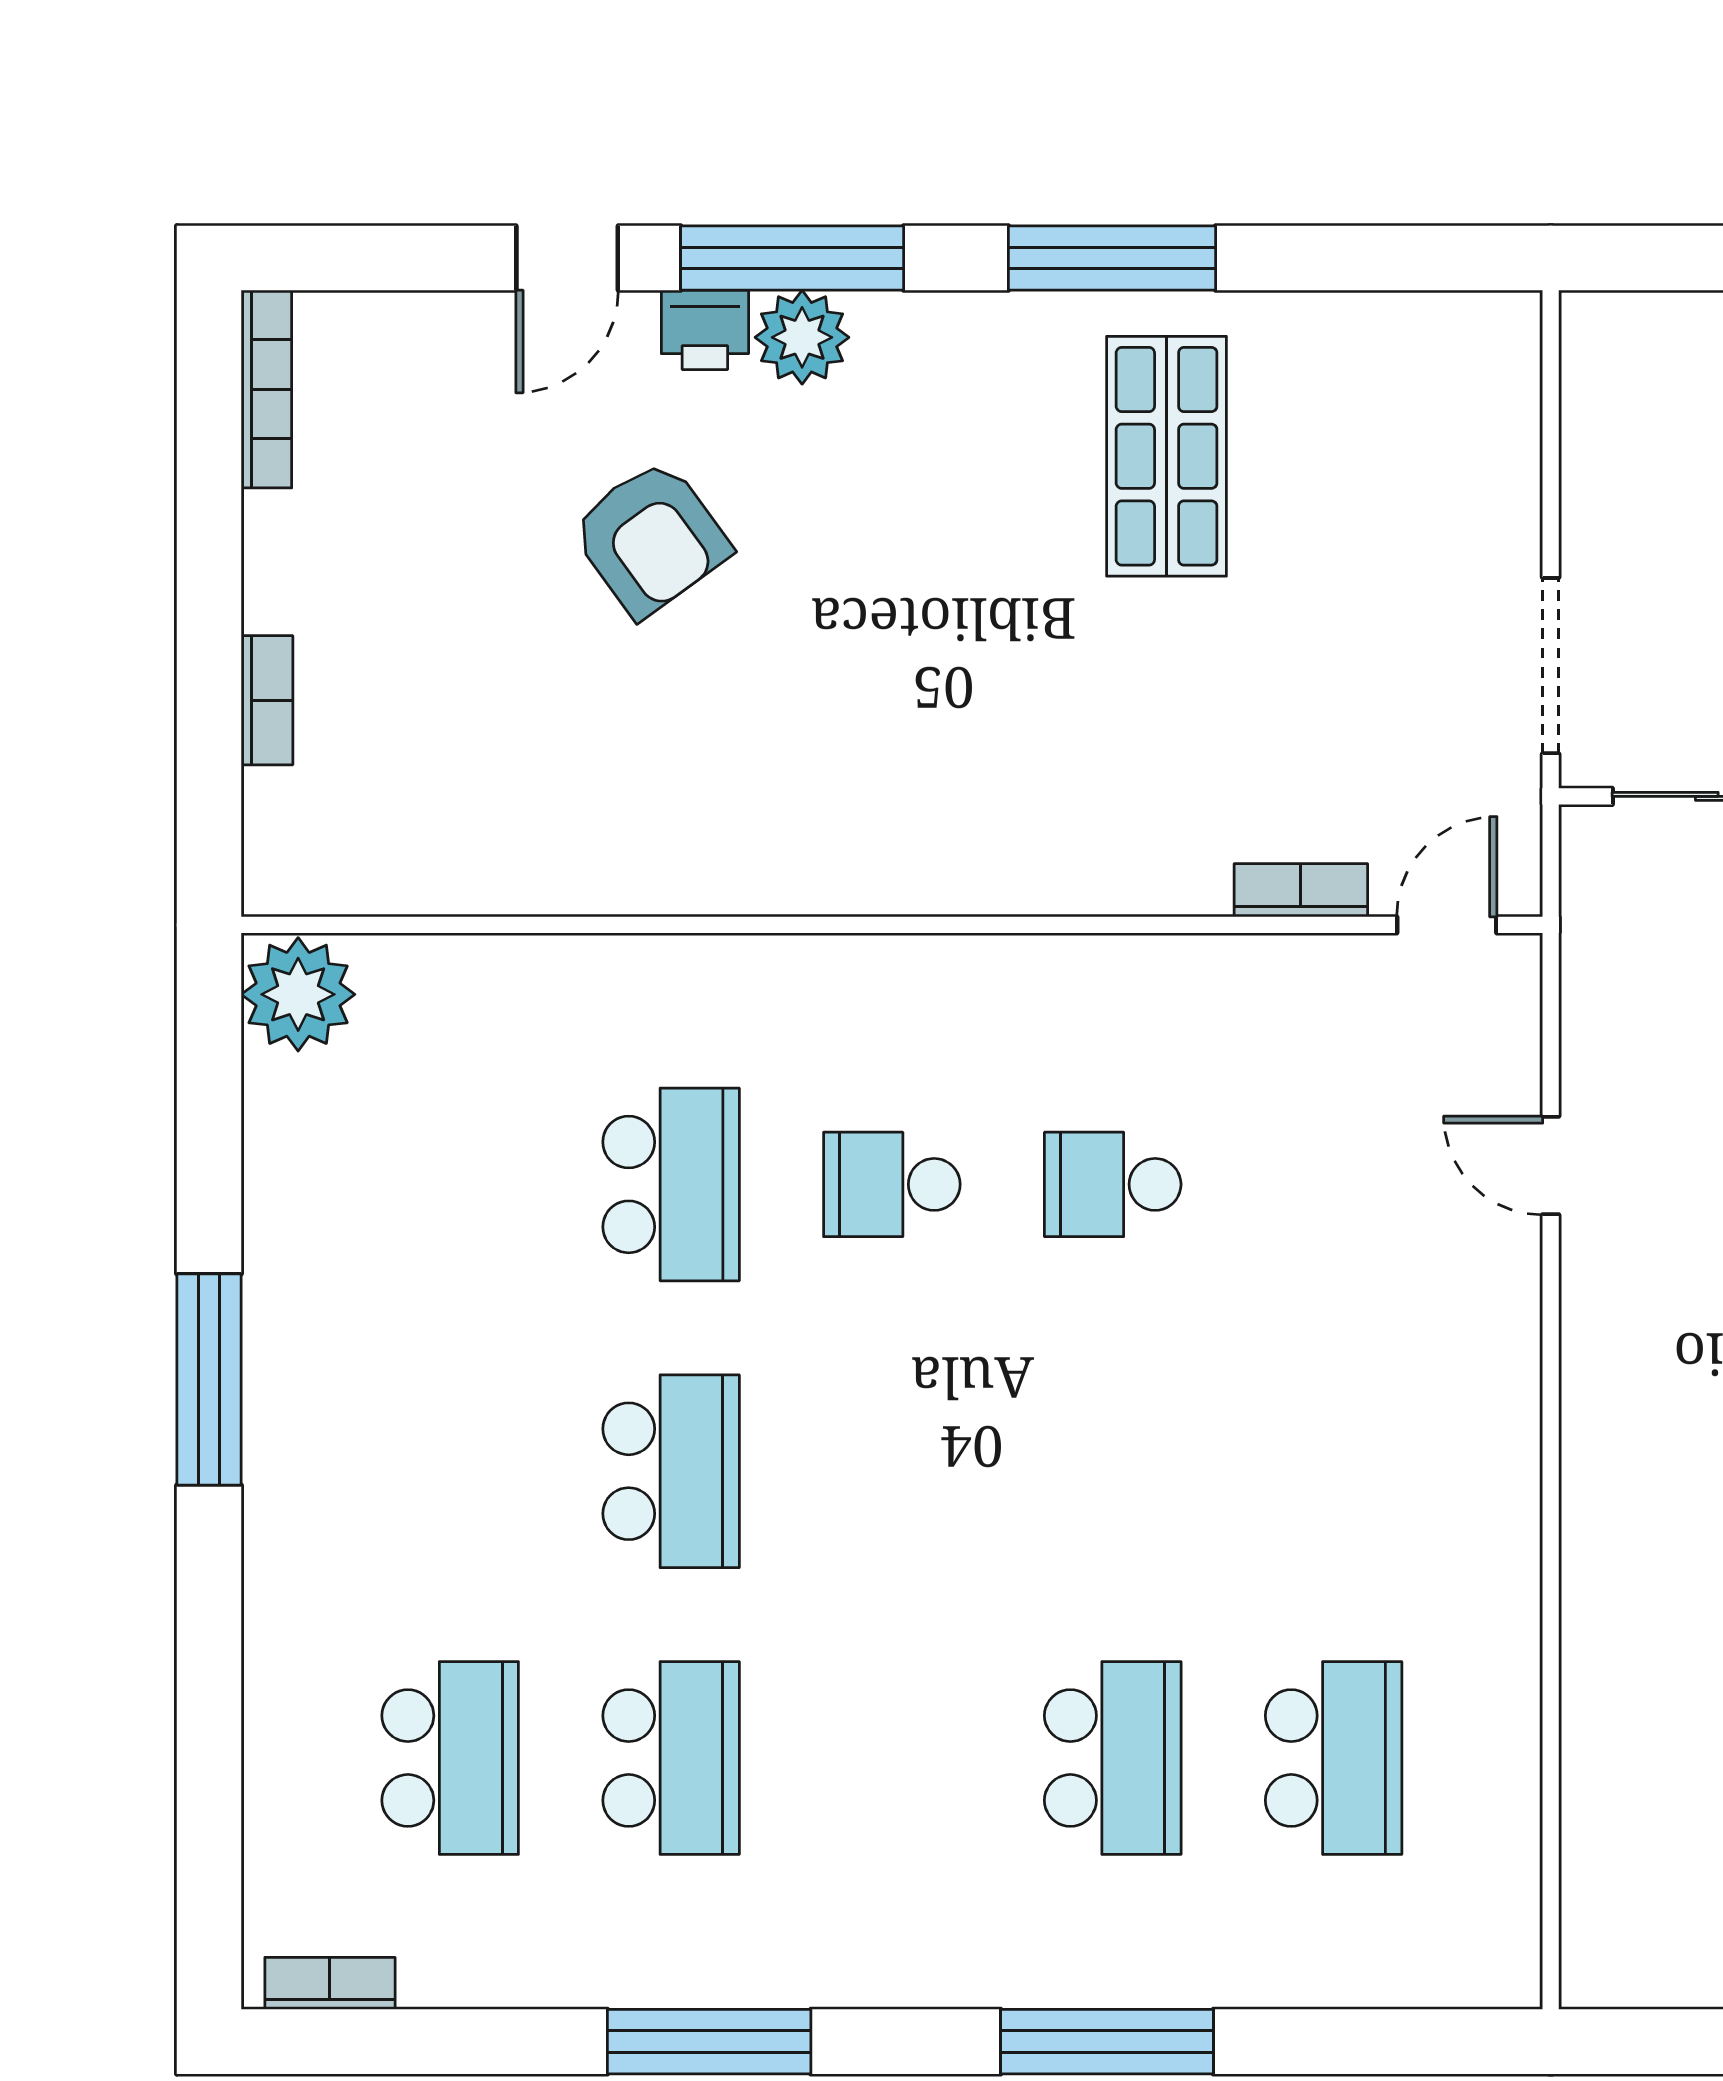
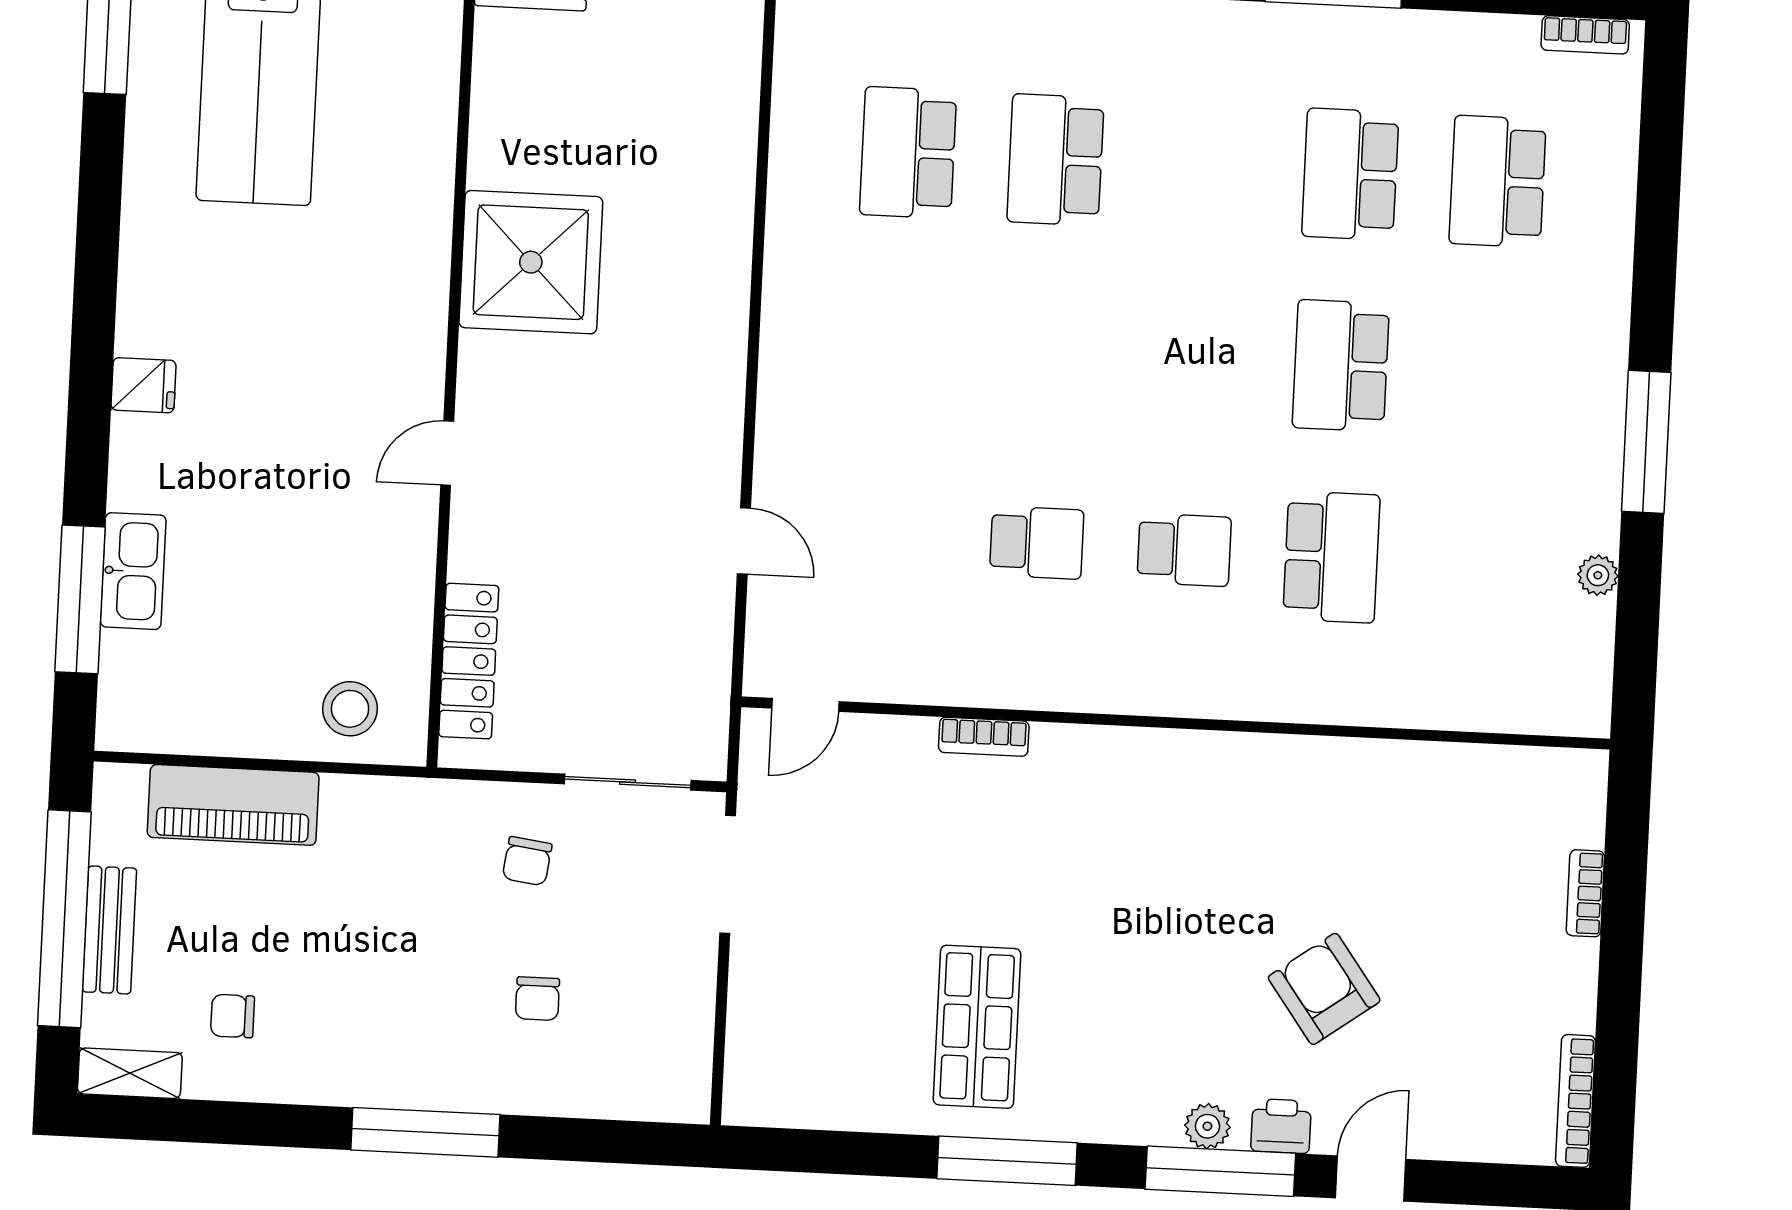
plant: (802, 337) -> (1207, 1126), width x0.73, depth x0.73
bookcase: (1301, 890) -> (984, 737), moved
plant: (298, 994) -> (1598, 575), moved, width x0.53, depth x0.53
school desk: (671, 1184) -> (1331, 557), turned 180

